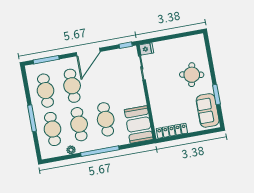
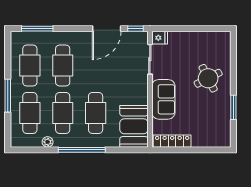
door: (88, 52) -> (107, 29), moved
round table: (192, 75) -> (208, 78), turned -38
sofa: (208, 110) -> (163, 99), moved, turned 180

